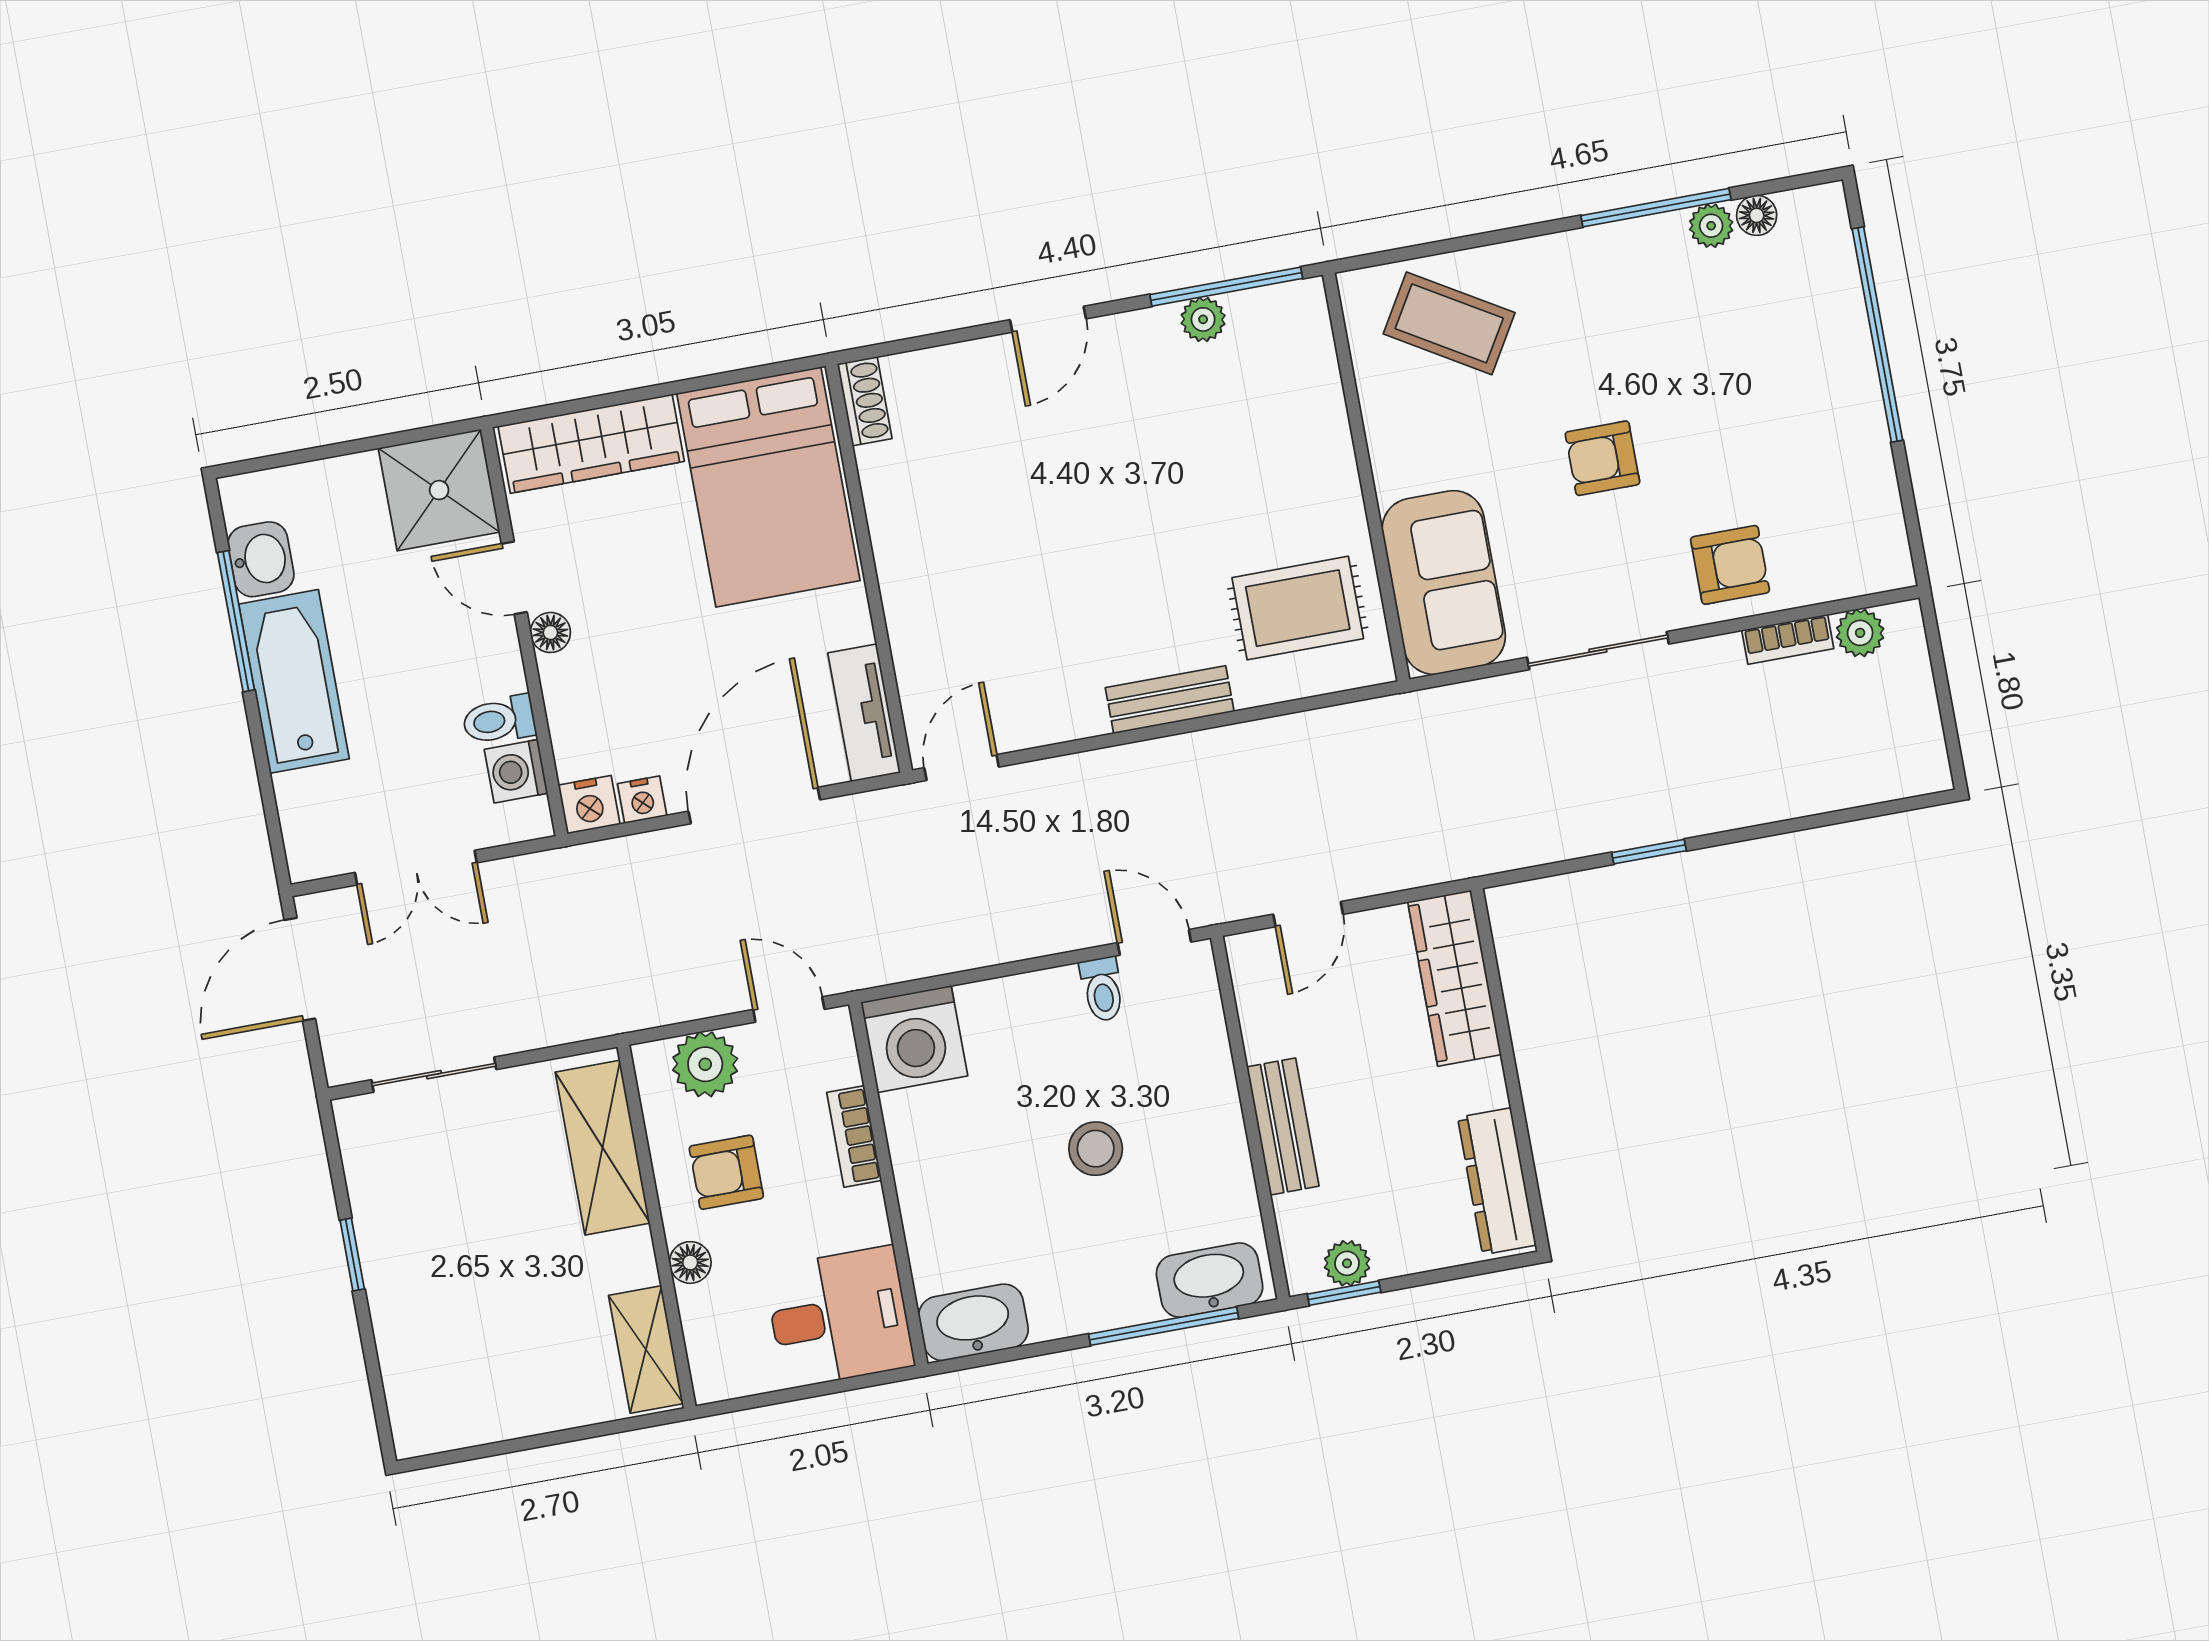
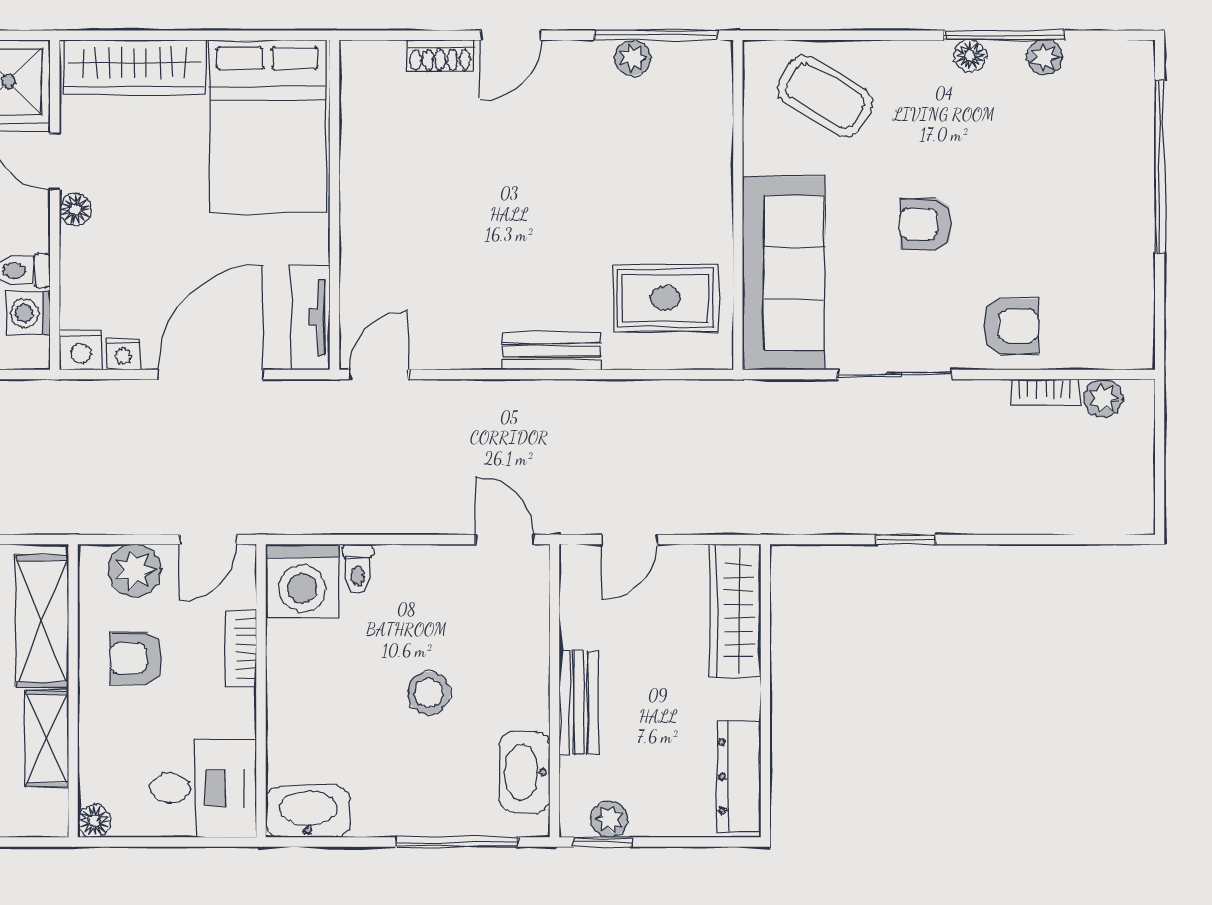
floor lamp: (1757, 215) -> (970, 56), moved
shoe rack: (865, 401) -> (440, 56), moved, turned 90
sofa: (1444, 583) -> (784, 273), width x1.36
toilet: (1102, 989) -> (358, 569), moved
door: (789, 1009) -> (208, 539), swing flipped
floor lamp: (690, 1262) -> (94, 821), moved
washbasin: (1210, 1280) -> (525, 772), moved, turned -90
shelving: (646, 1349) -> (47, 739), moved

